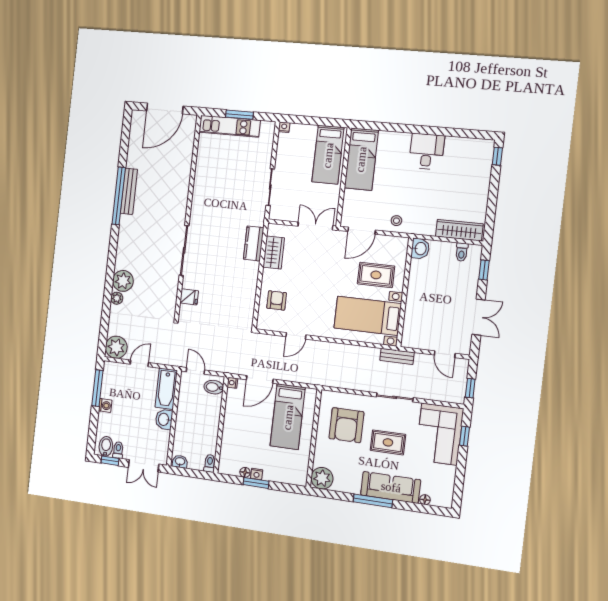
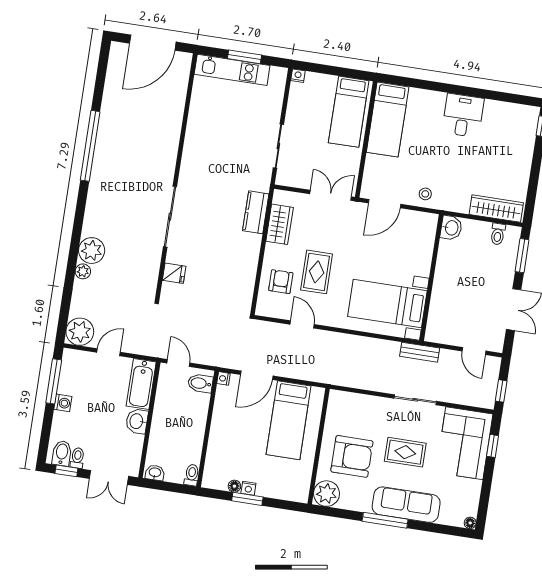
bench: (129, 191) -> (103, 141), removed
window: (484, 270) -> (522, 256), width x1.50
rug: (376, 275) -> (317, 272), moved, turned 90
door: (296, 336) -> (302, 324), swing flipped
armchair: (346, 425) -> (352, 456), moved, turned -90
floor lamp: (425, 500) -> (470, 523), moved

